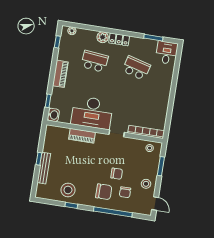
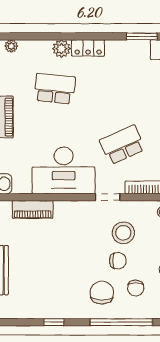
school desk: (136, 68) -> (122, 145), moved, turned -39
piano: (82, 136) -> (33, 209), moved
stool: (68, 190) -> (123, 233), moved
chair: (104, 192) -> (102, 293), turned -90

